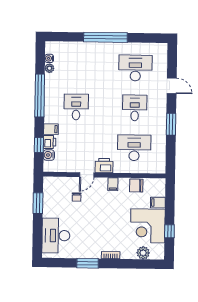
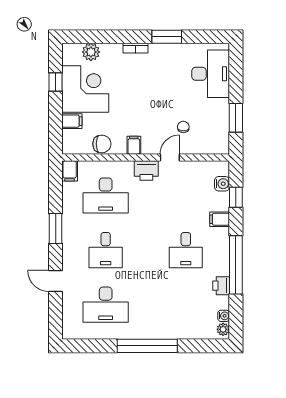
plant: (49, 68) -> (223, 329), moved
printer: (50, 142) -> (221, 286), moved
filing cabinet: (160, 166) -> (70, 171), added

